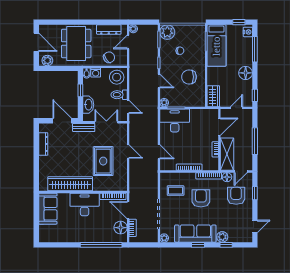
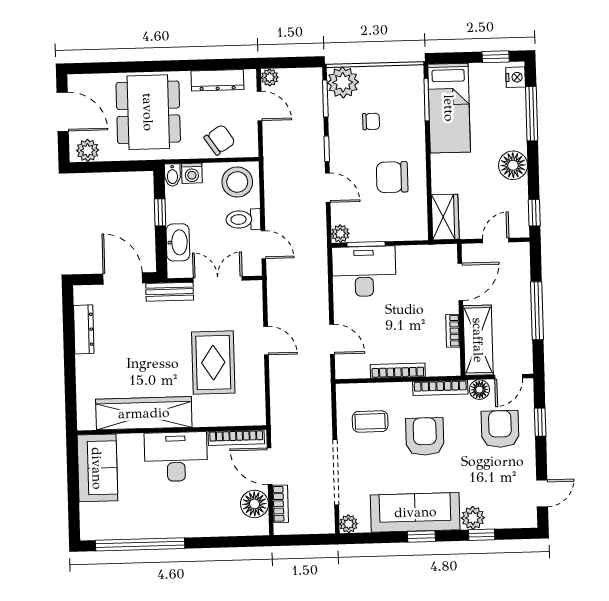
door: (128, 42) -> (259, 106), swing flipped
window: (101, 245) -> (140, 544), moved

